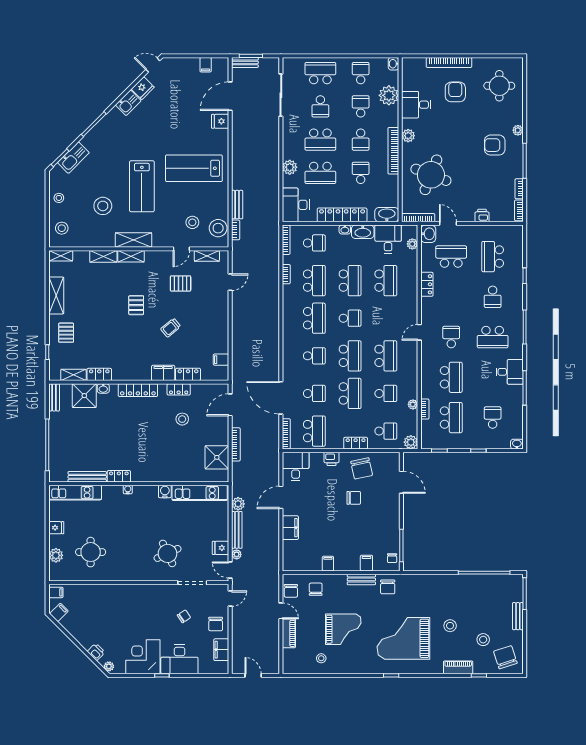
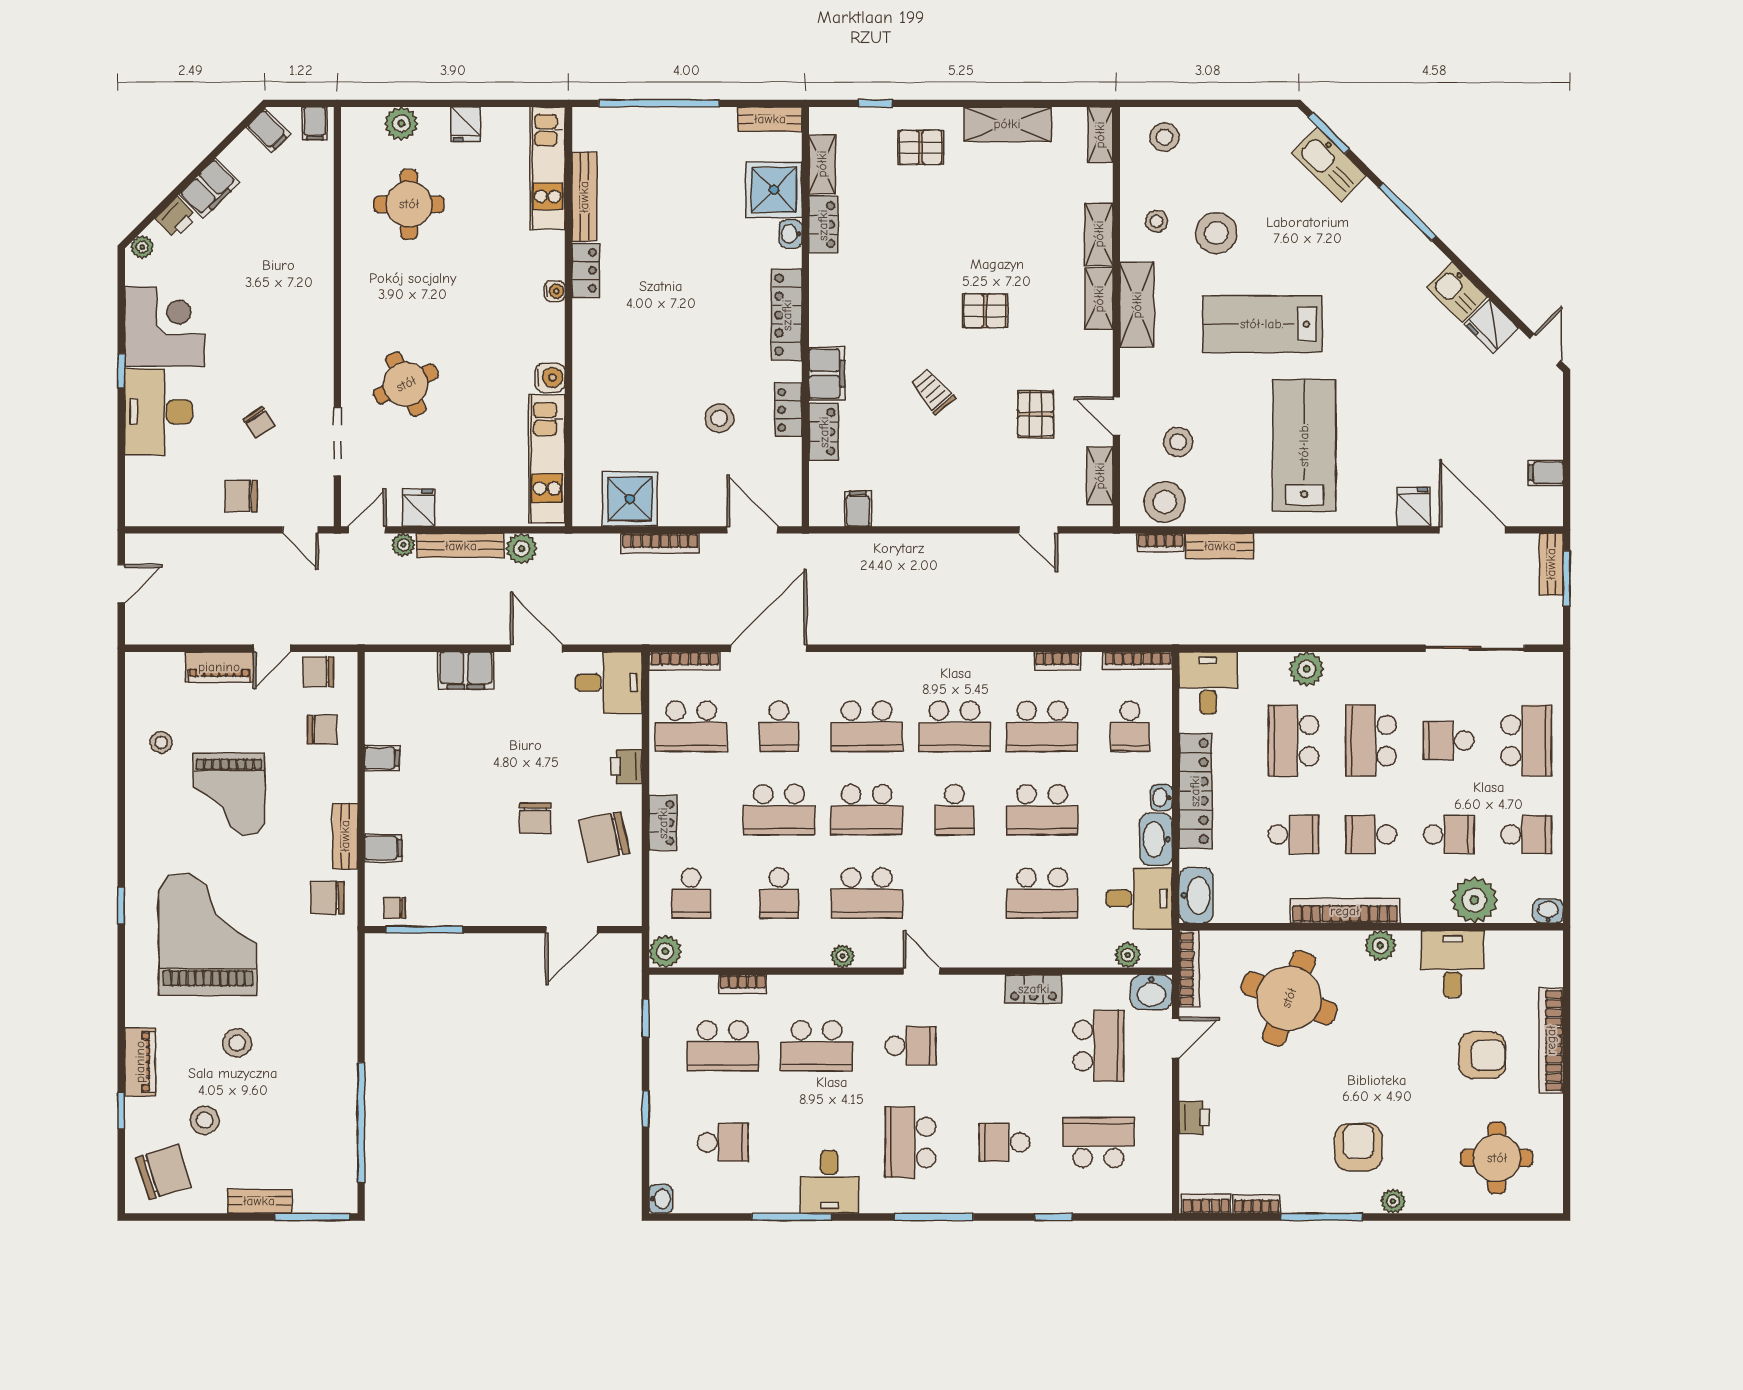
stool: (59, 198) -> (1156, 221), moved
desk: (296, 205) -> (1208, 683), width x0.73
school desk: (314, 356) -> (867, 726), width x1.85
plant: (413, 404) -> (843, 956), moved
filing cabinet: (221, 650) -> (209, 188), moved, turned 135

